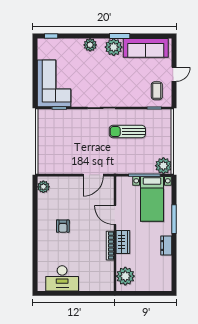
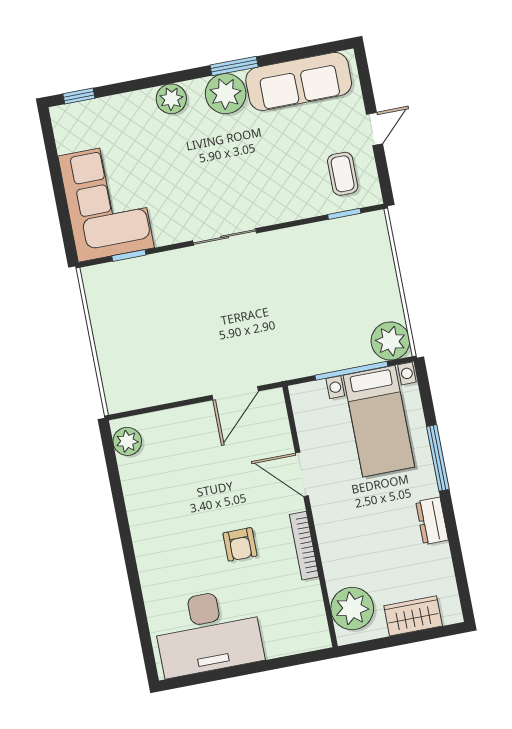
sun lounger: (127, 132) -> (294, 279), removed
armchair: (63, 226) -> (240, 544), moved
wardrobe: (123, 242) -> (413, 616), moved, turned -90
desk: (62, 278) -> (208, 632), width x1.36, depth x1.30

